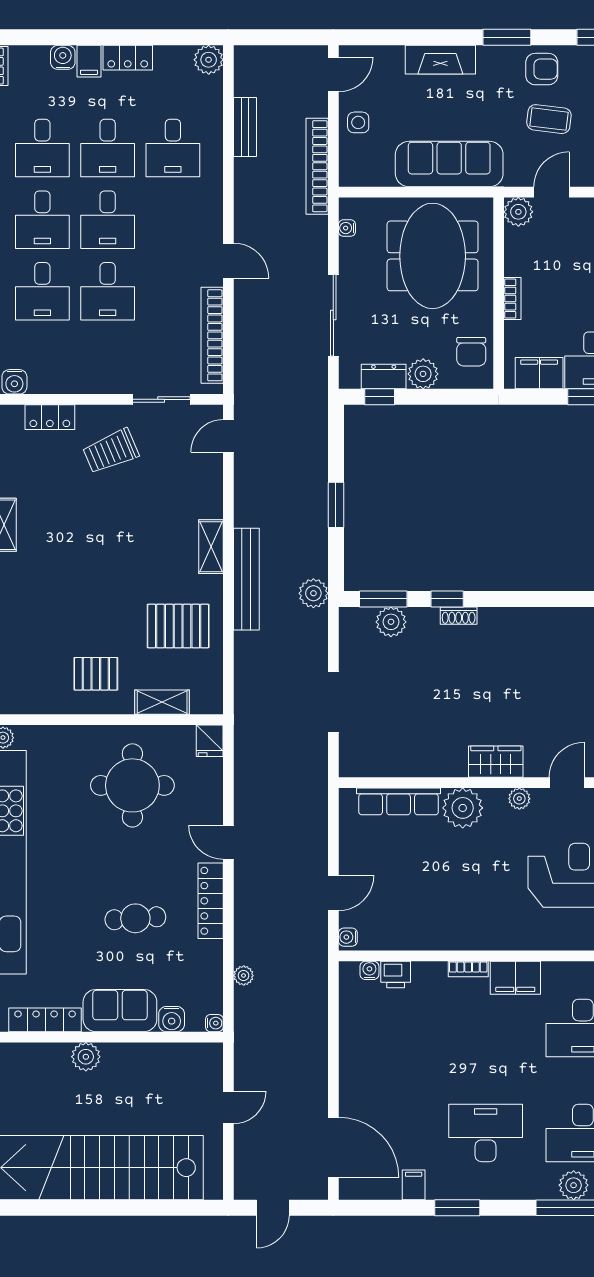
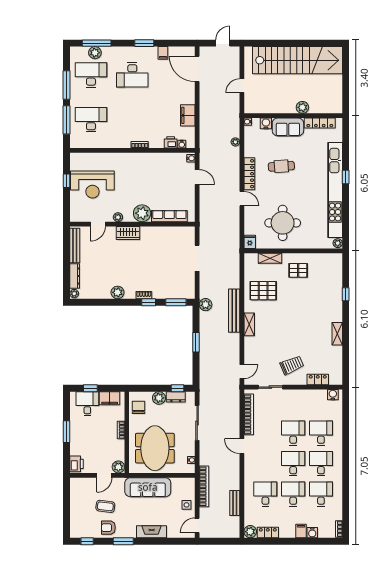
locker: (128, 58) -> (268, 533), moved
plant: (391, 622) -> (118, 292), moved
door: (333, 893) -> (197, 177), swing flipped
filing cabinet: (515, 978) -> (188, 115), moved, turned -90

